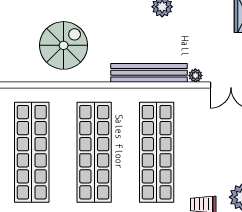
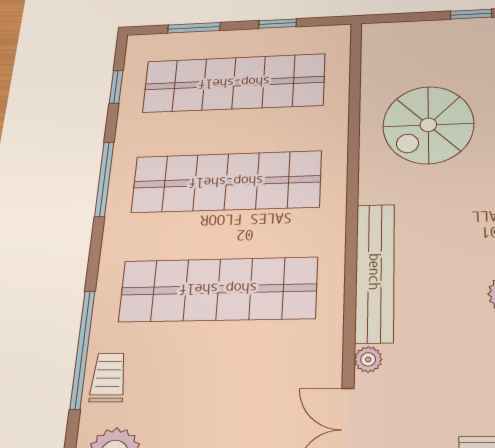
spiral stairs: (64, 45) -> (428, 125), turned 90

